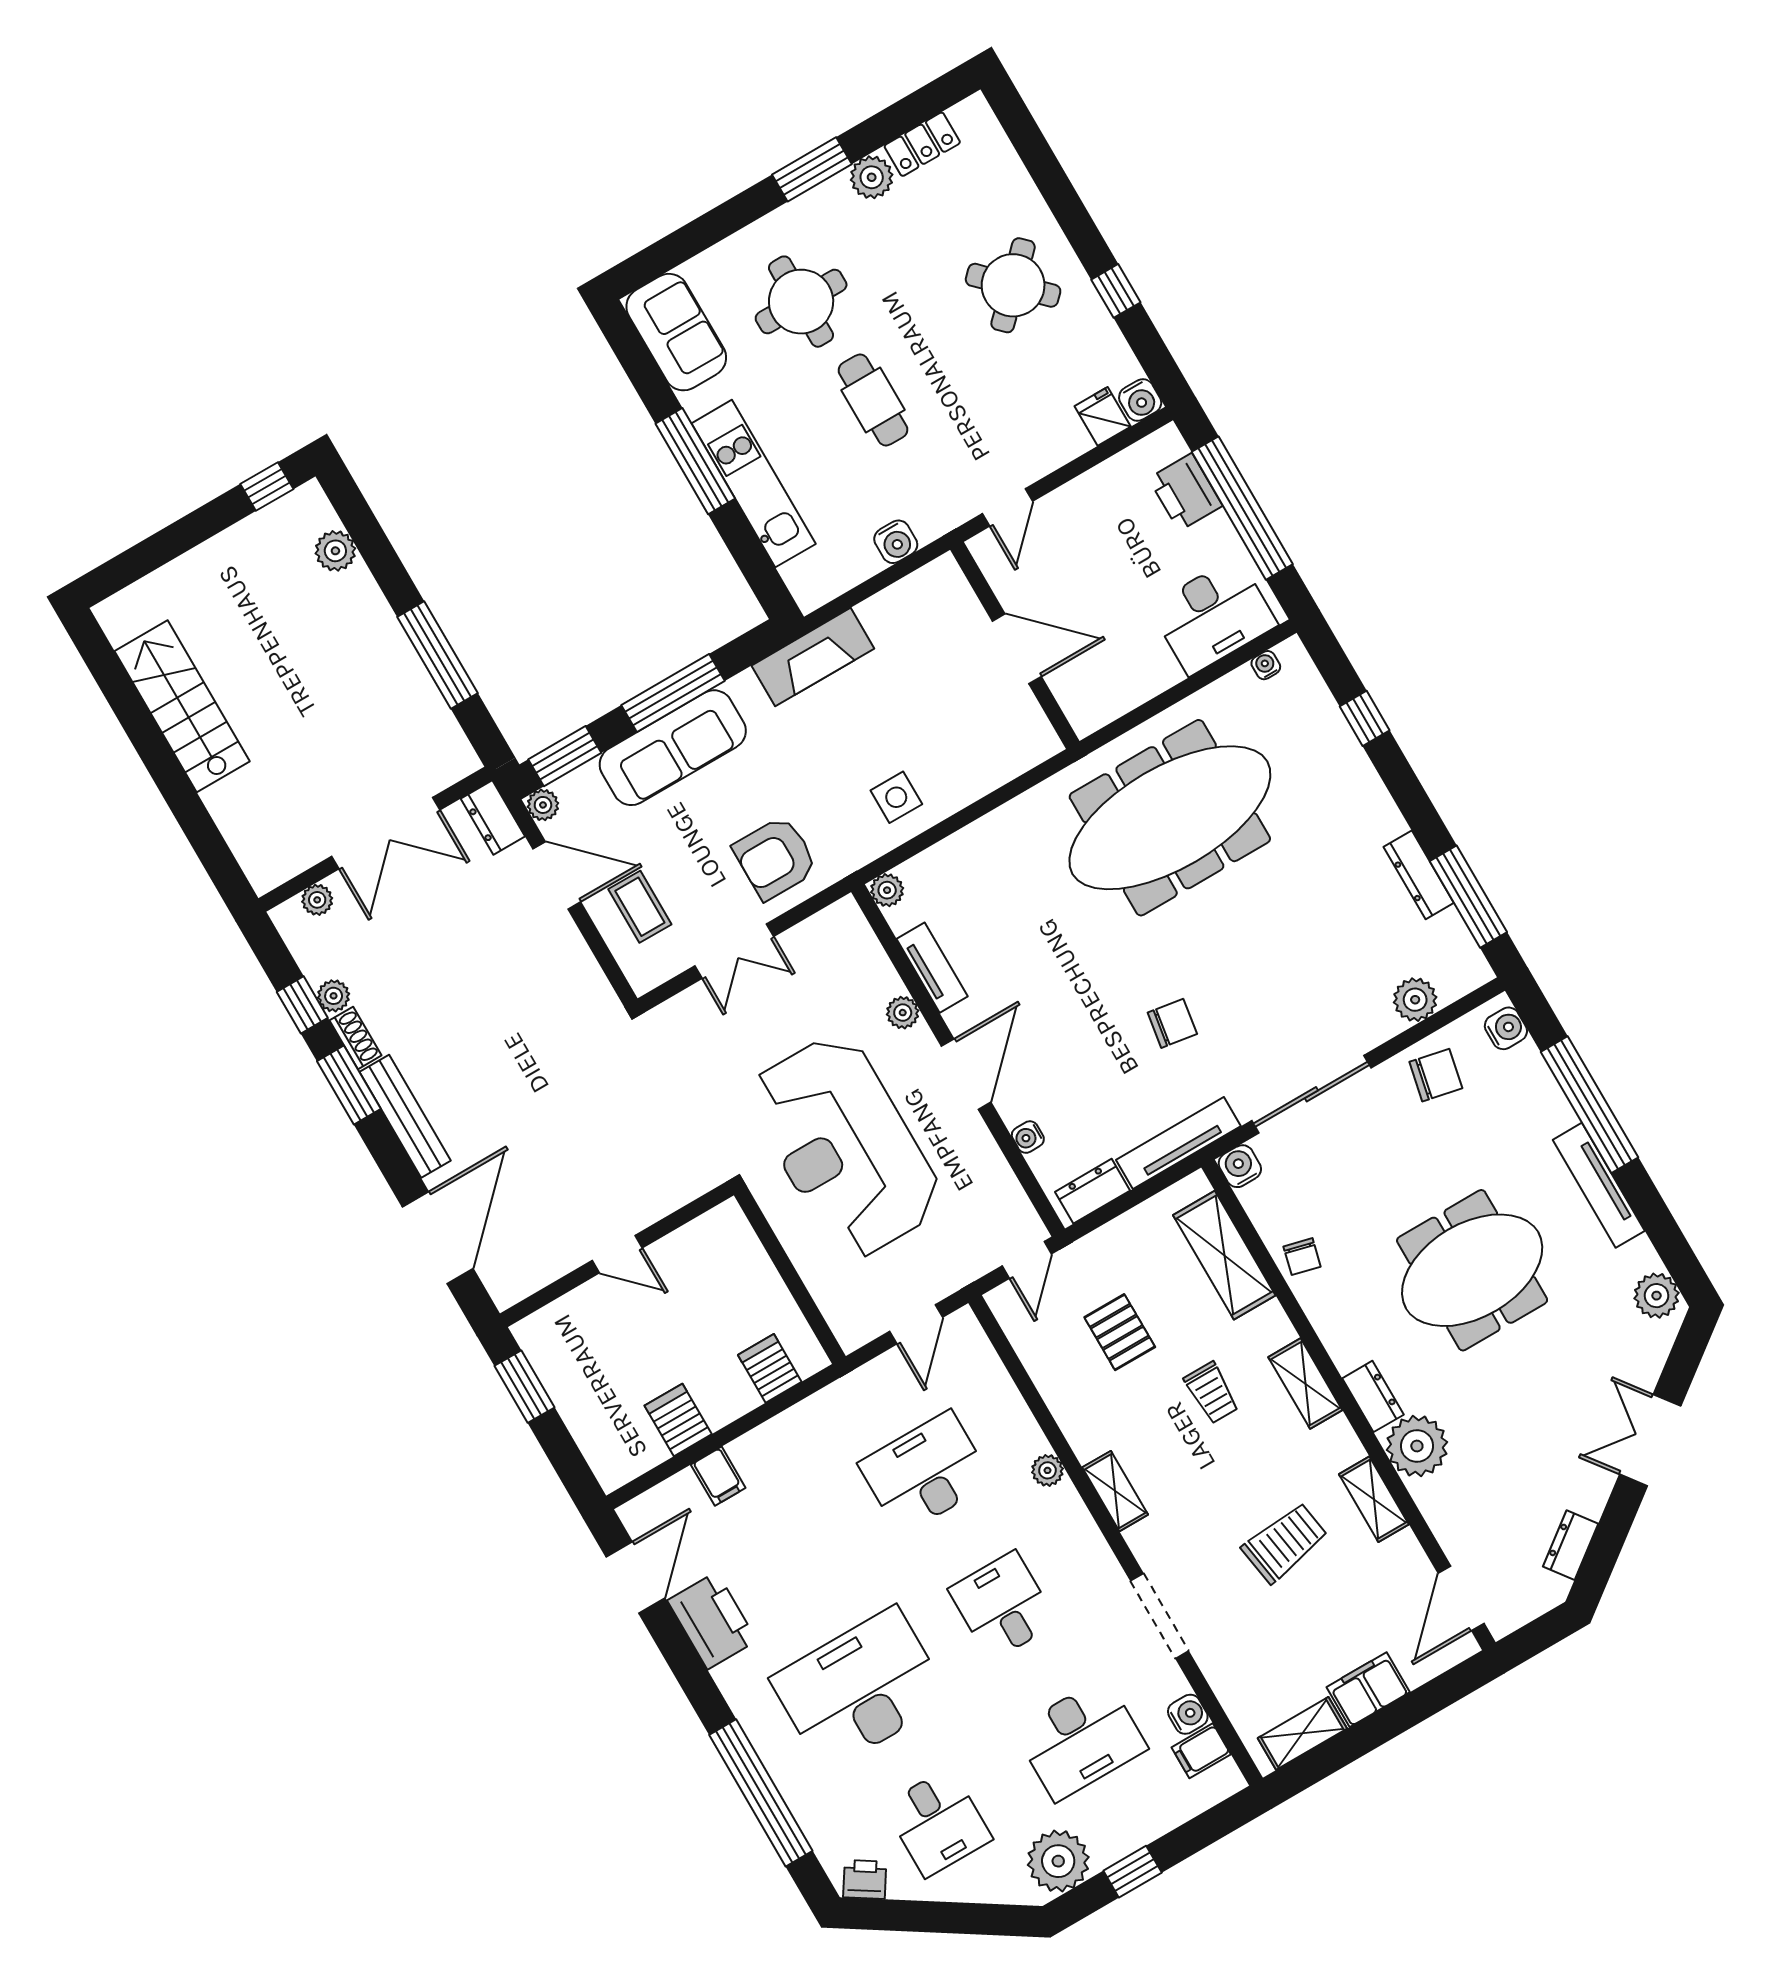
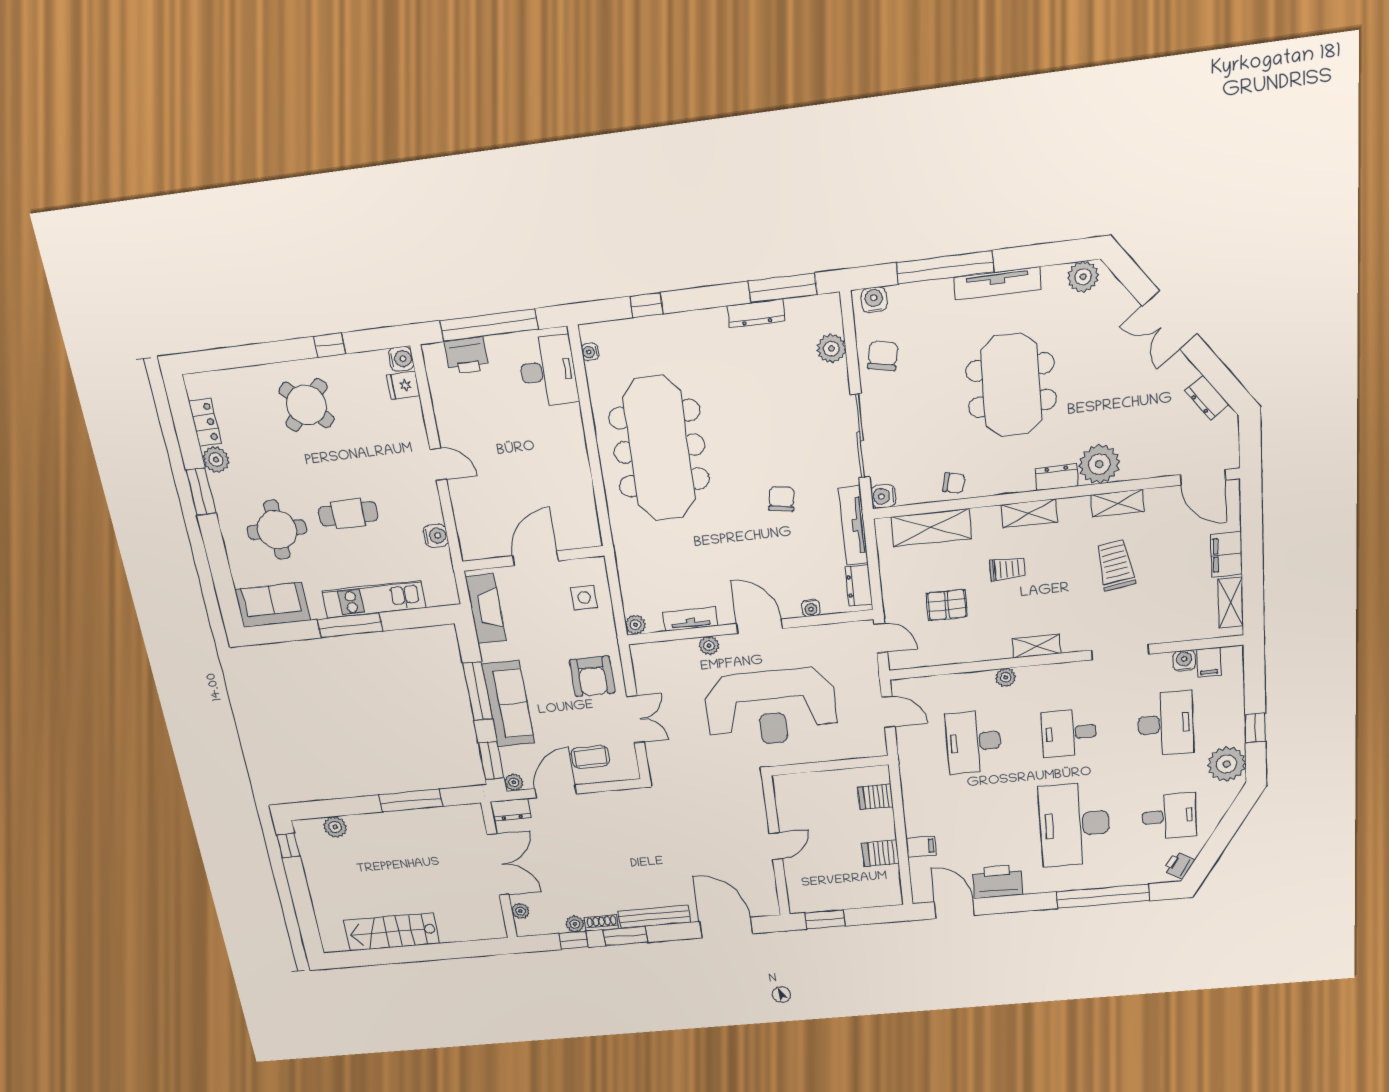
wall: (1015, 645) -> (533, 559), moved
door: (1017, 649) -> (535, 558), moved

